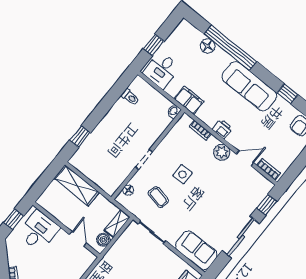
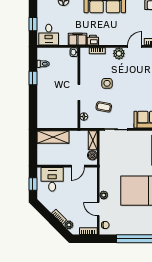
printer: (222, 129) -> (93, 40), moved
window: (80, 137) -> (33, 78), moved
door: (78, 239) -> (78, 166), swing flipped

